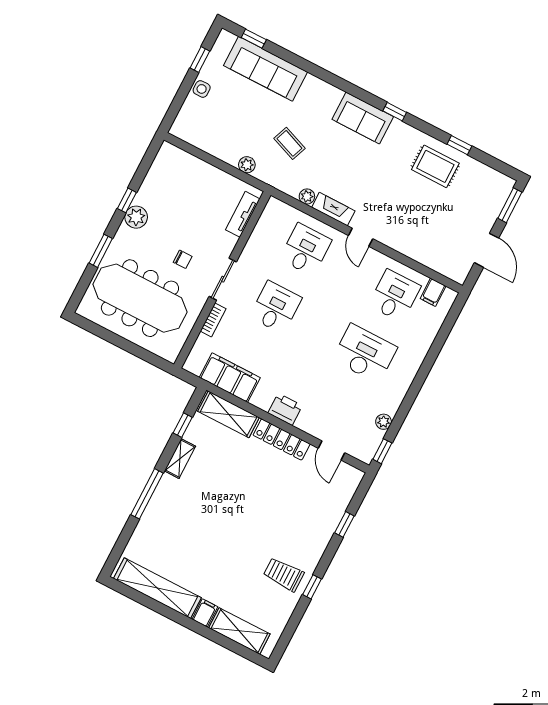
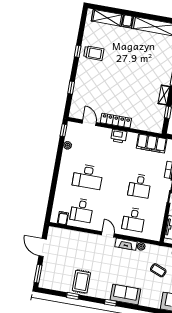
rug: (435, 166) -> (81, 282), turned 90
shelving: (229, 414) -> (146, 125), removed

